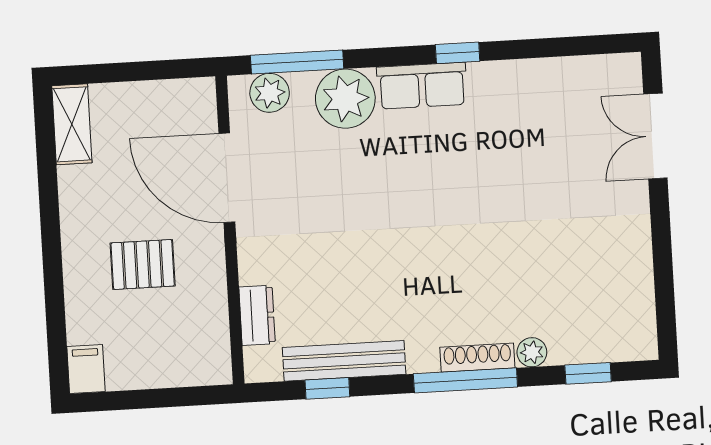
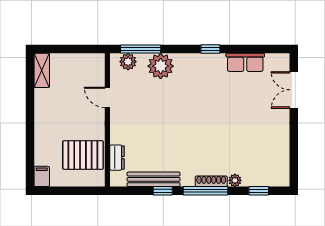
row of seats: (422, 86) -> (245, 62), moved
door: (227, 178) -> (107, 97), width x0.53
pallet: (143, 264) -> (83, 155), moved, width x1.50, depth x1.42
window: (327, 388) -> (163, 191), moved

